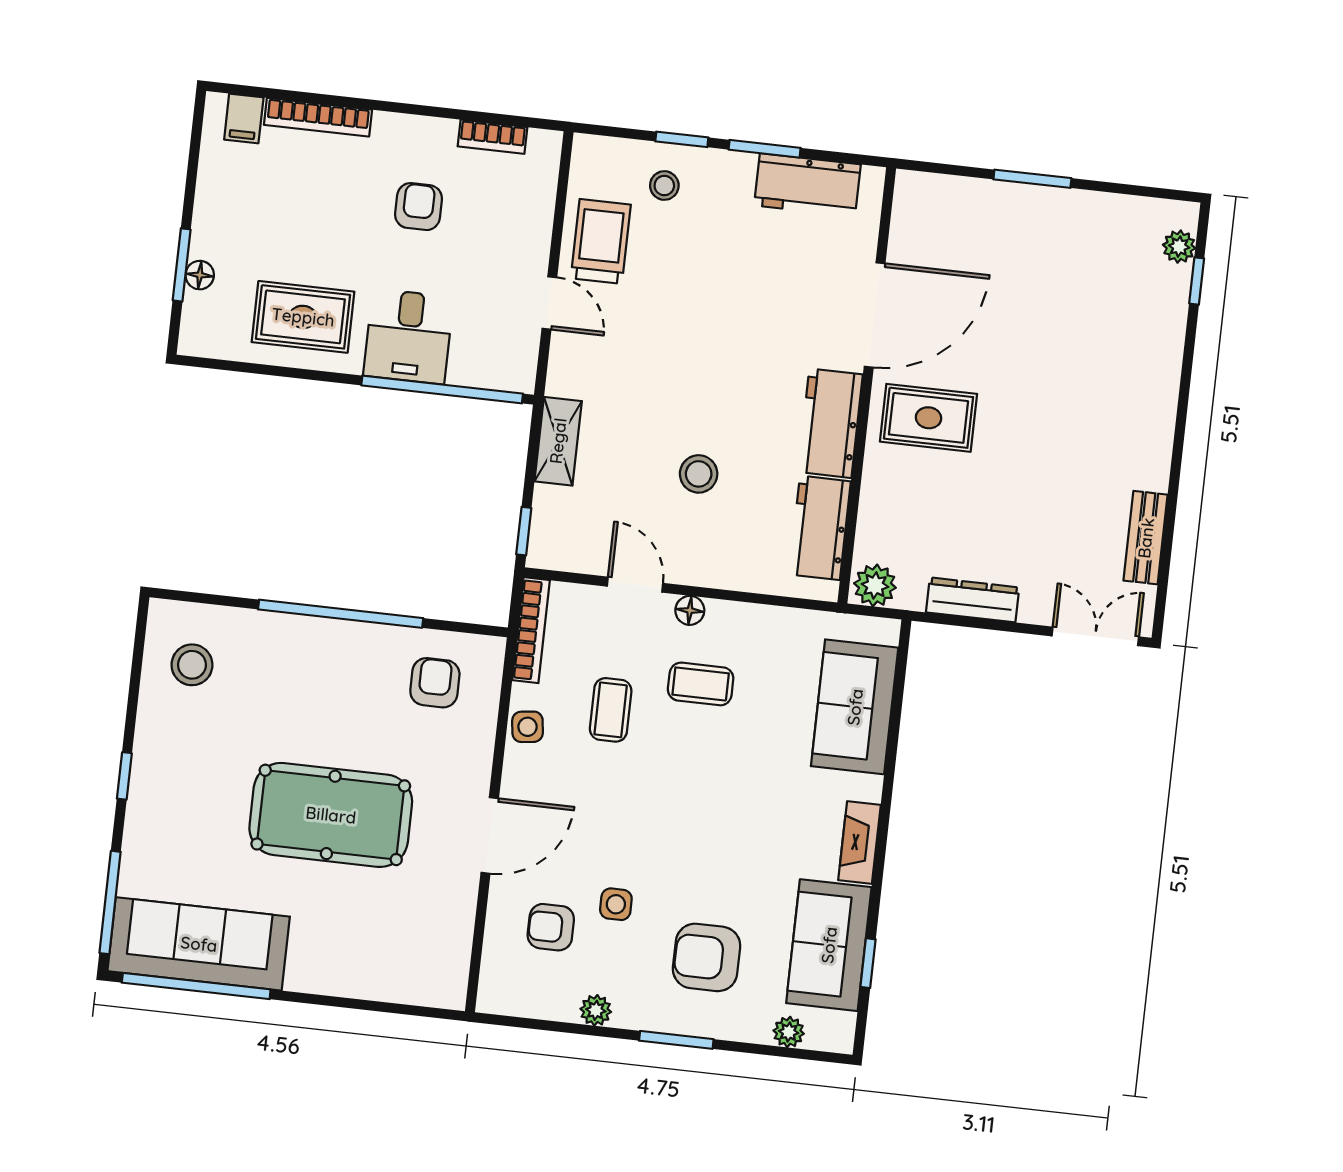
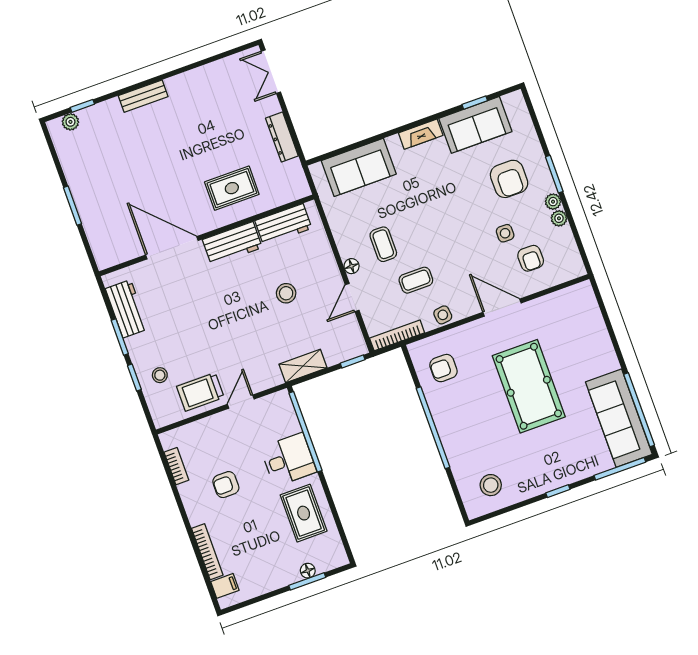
rug: (929, 418) -> (232, 188), moved, turned 90
bench: (1146, 538) -> (143, 96), moved
plant: (875, 585) -> (298, 186), removed
plant: (789, 1032) -> (553, 202), moved

